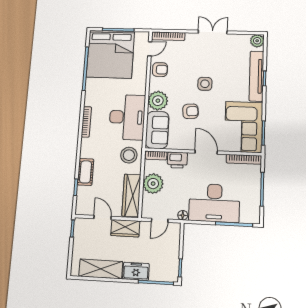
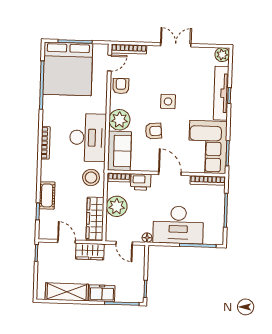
armchair: (160, 70) -> (121, 86), turned -90
door: (160, 220) -> (124, 243), hinge flipped

